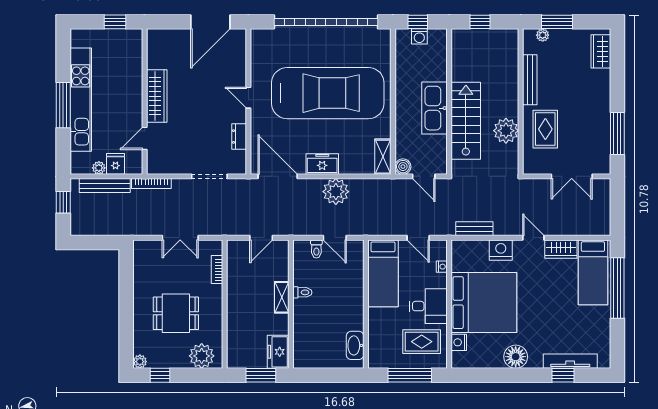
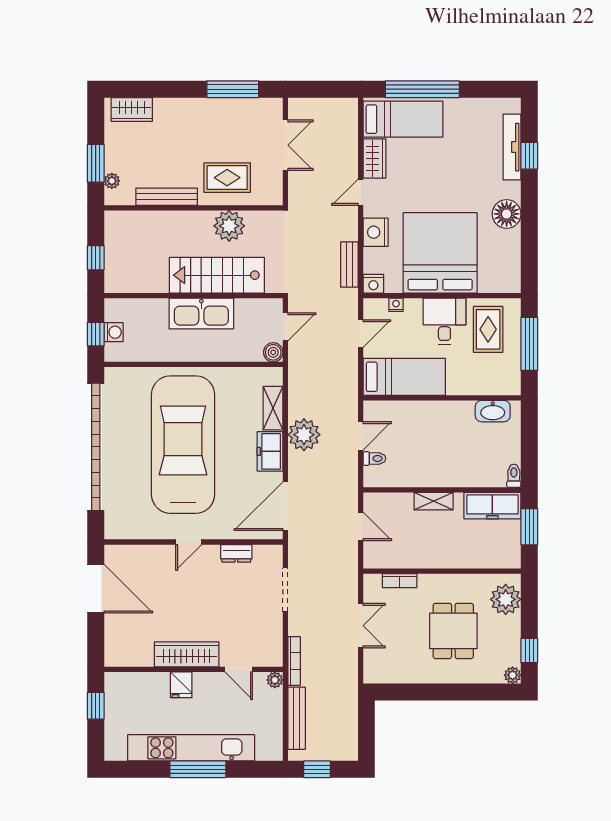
shelving: (383, 157) -> (273, 408), moved, turned 90
fridge: (115, 164) -> (181, 685), moved, turned -90
plant: (99, 168) -> (275, 680), moved
toilet: (302, 292) -> (514, 476), moved
nightstand: (459, 342) -> (373, 284), moved
freezer: (278, 352) -> (492, 506), width x1.40

